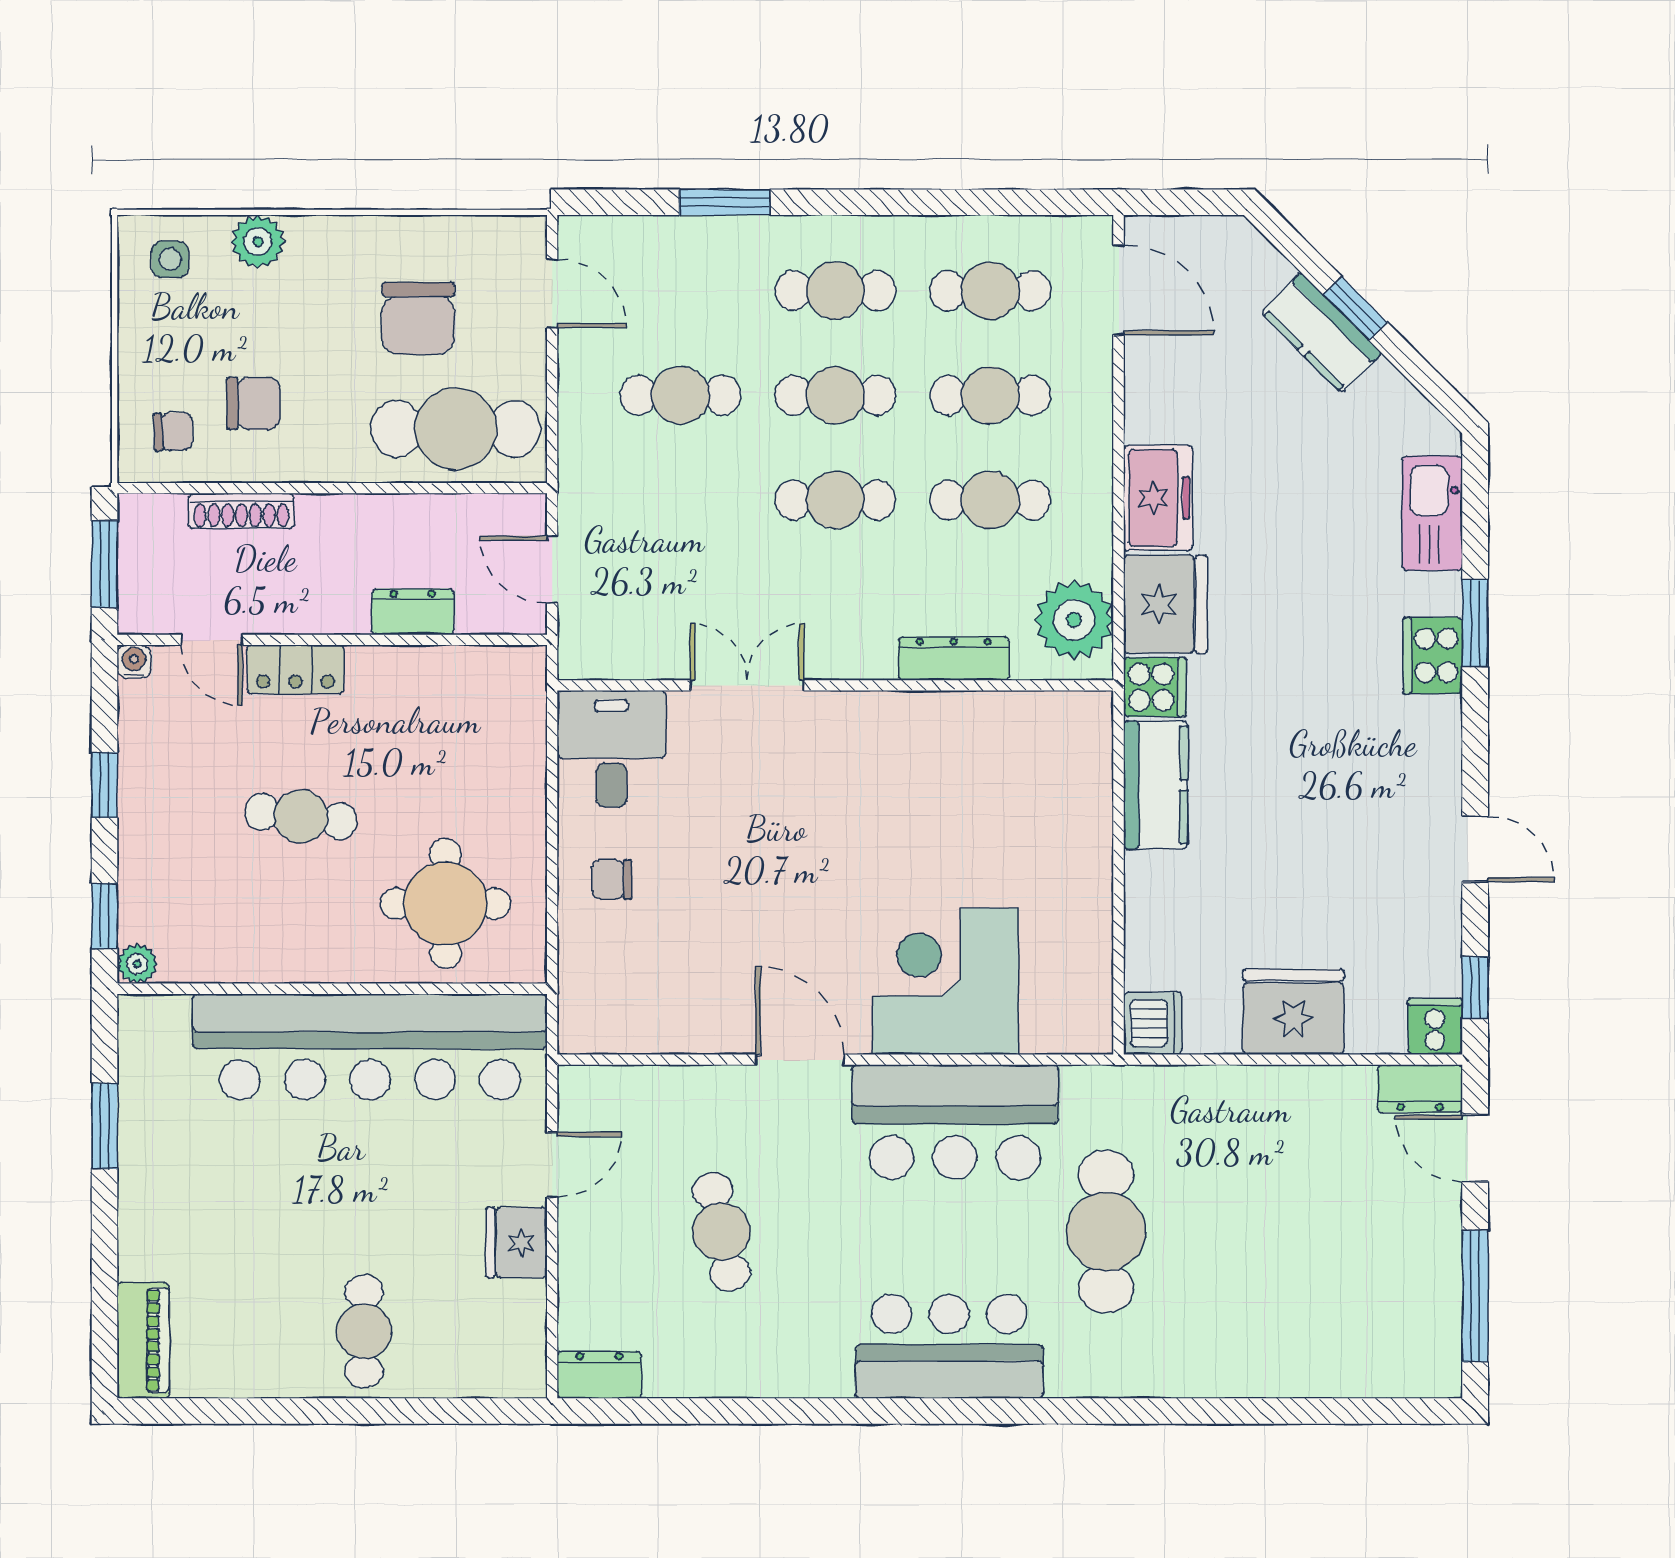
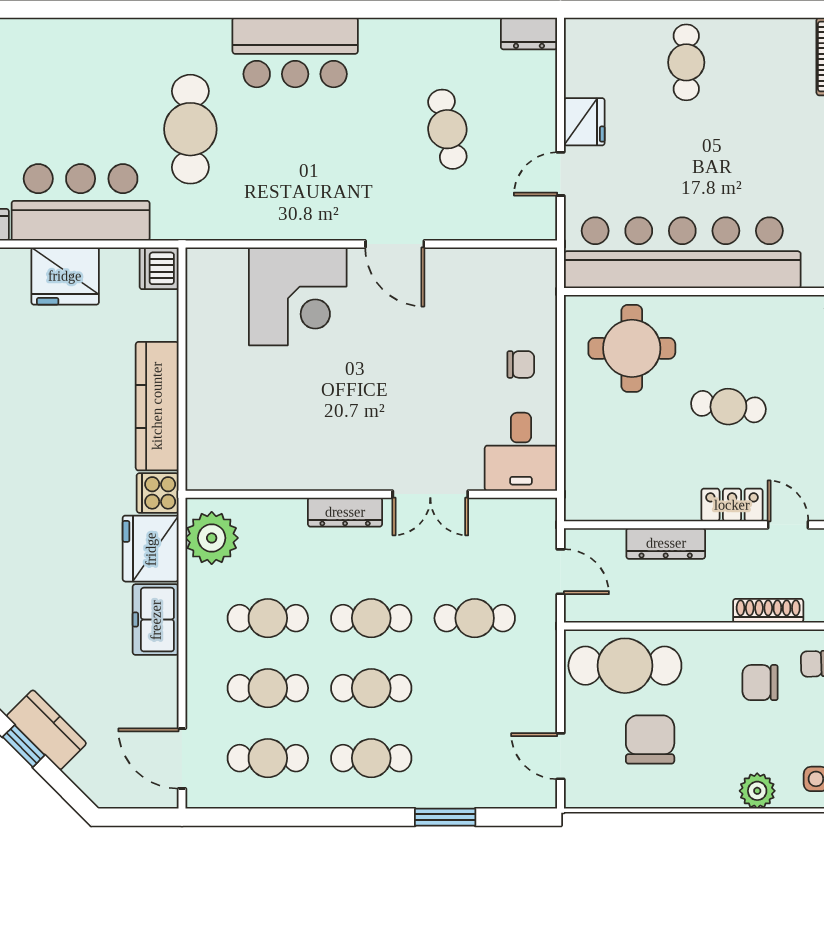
cafe table: (681, 395) -> (475, 618), moved
dresser: (413, 612) -> (666, 543), width x1.44
dresser: (954, 659) -> (345, 512), moved
kitchen counter: (1156, 785) -> (157, 406), width x1.50
bar counter: (955, 1122) -> (81, 202), moved

